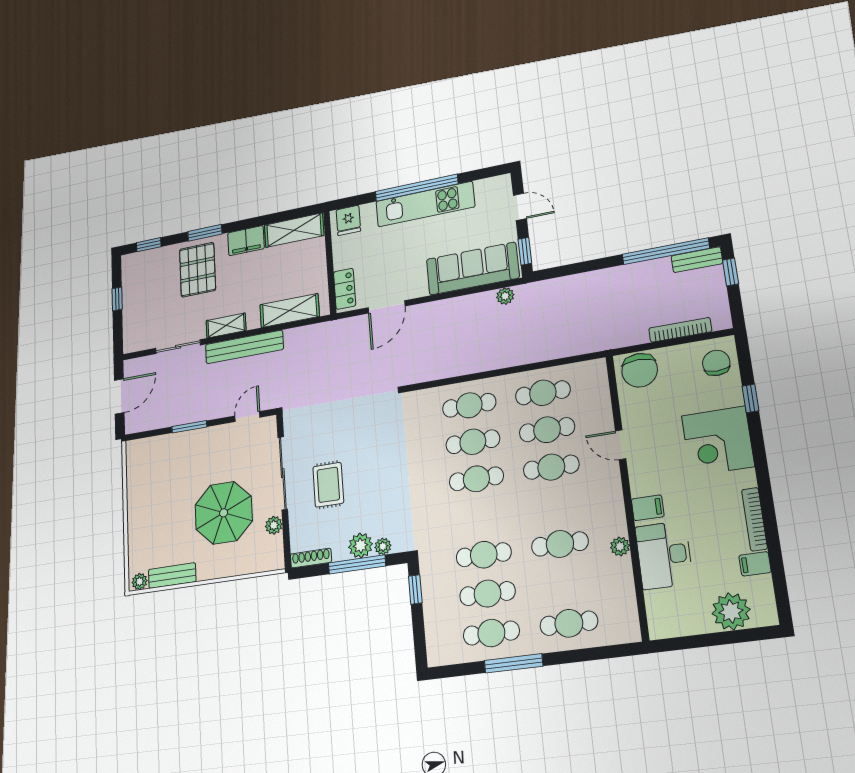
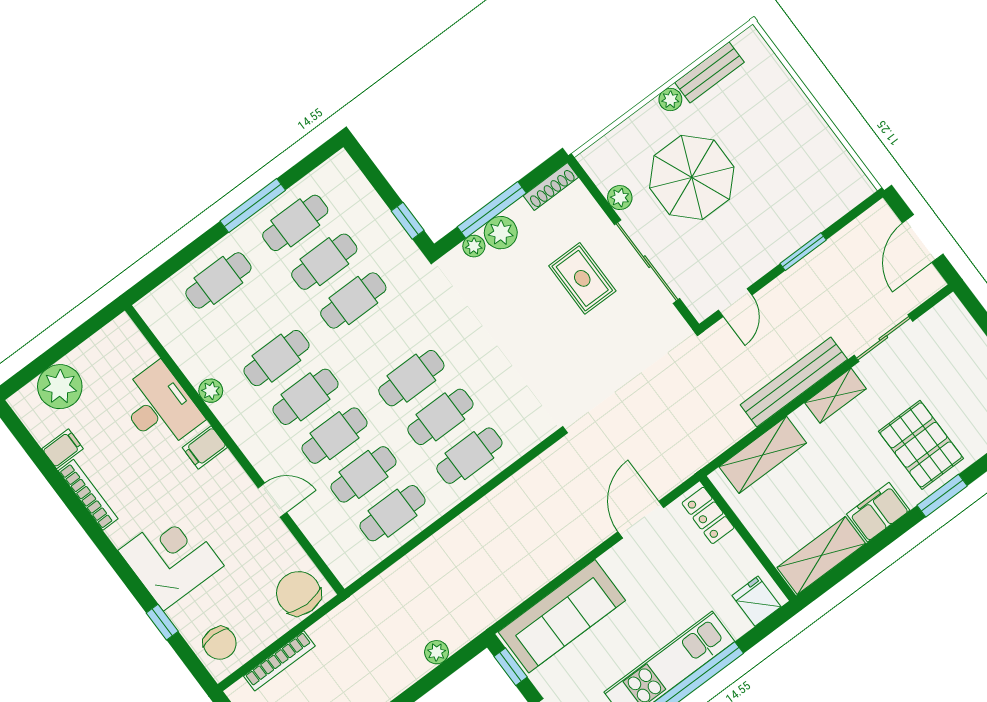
plant: (505, 296) -> (437, 652), moved
cafe table: (556, 505) -> (305, 397), added
plant: (140, 582) -> (670, 100), moved

